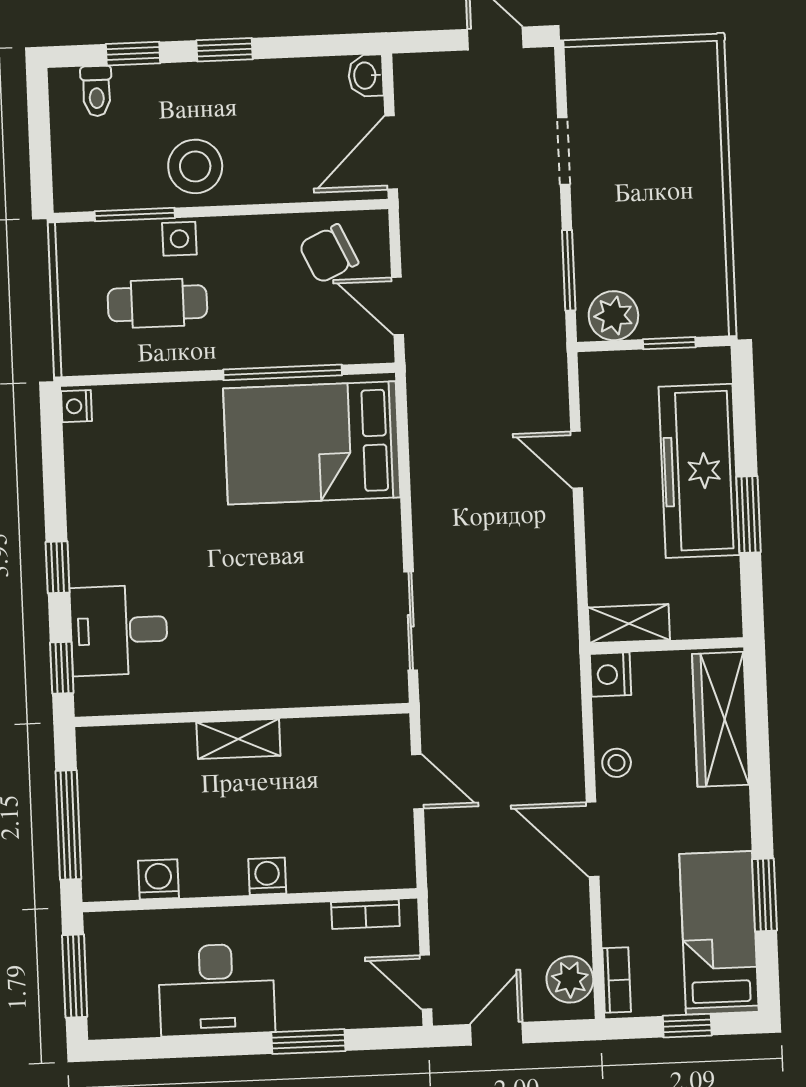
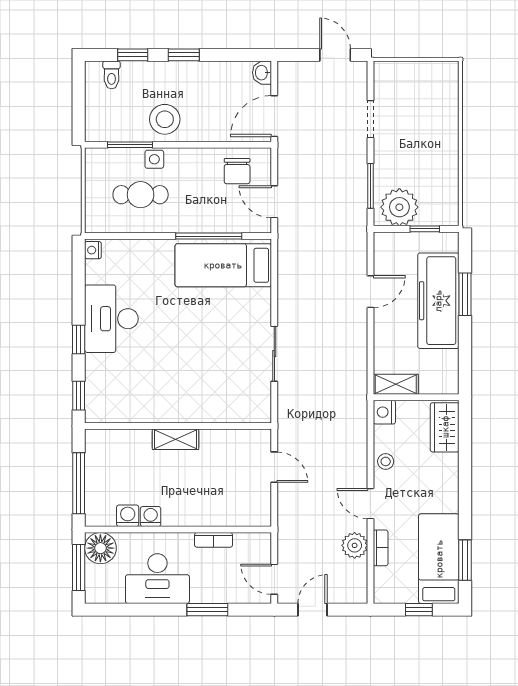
chair: (329, 254) -> (237, 171), turned -65
plant: (613, 316) -> (399, 207), width x1.36, depth x1.36
bed: (312, 443) -> (223, 265), width x0.67
door: (577, 460) -> (370, 292), swing flipped
window: (749, 515) -> (465, 294), moved
sliding door: (411, 621) -> (274, 354), moved
desk: (119, 630) -> (111, 319), moved, width x1.37
wardrobe: (721, 719) -> (445, 427), width x0.67
door: (593, 839) -> (370, 504), width x0.73
washing machine: (267, 876) -> (151, 517), moved
window: (764, 895) -> (465, 560), moved
bookcase: (365, 914) -> (214, 540), moved
floor lamp: (112, 939) -> (100, 548), added
plant: (570, 979) -> (355, 545), moved
bookcase: (617, 980) -> (381, 548), moved

